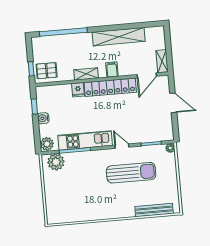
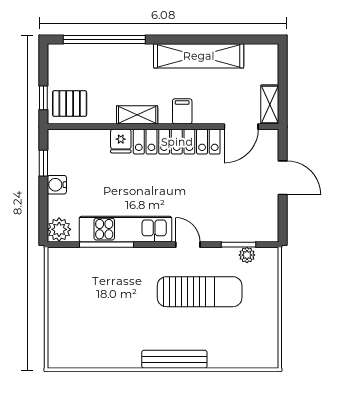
plant: (170, 148) -> (247, 255), moved
plant: (56, 162) -> (72, 262), removed
bench: (154, 210) -> (174, 359), moved

